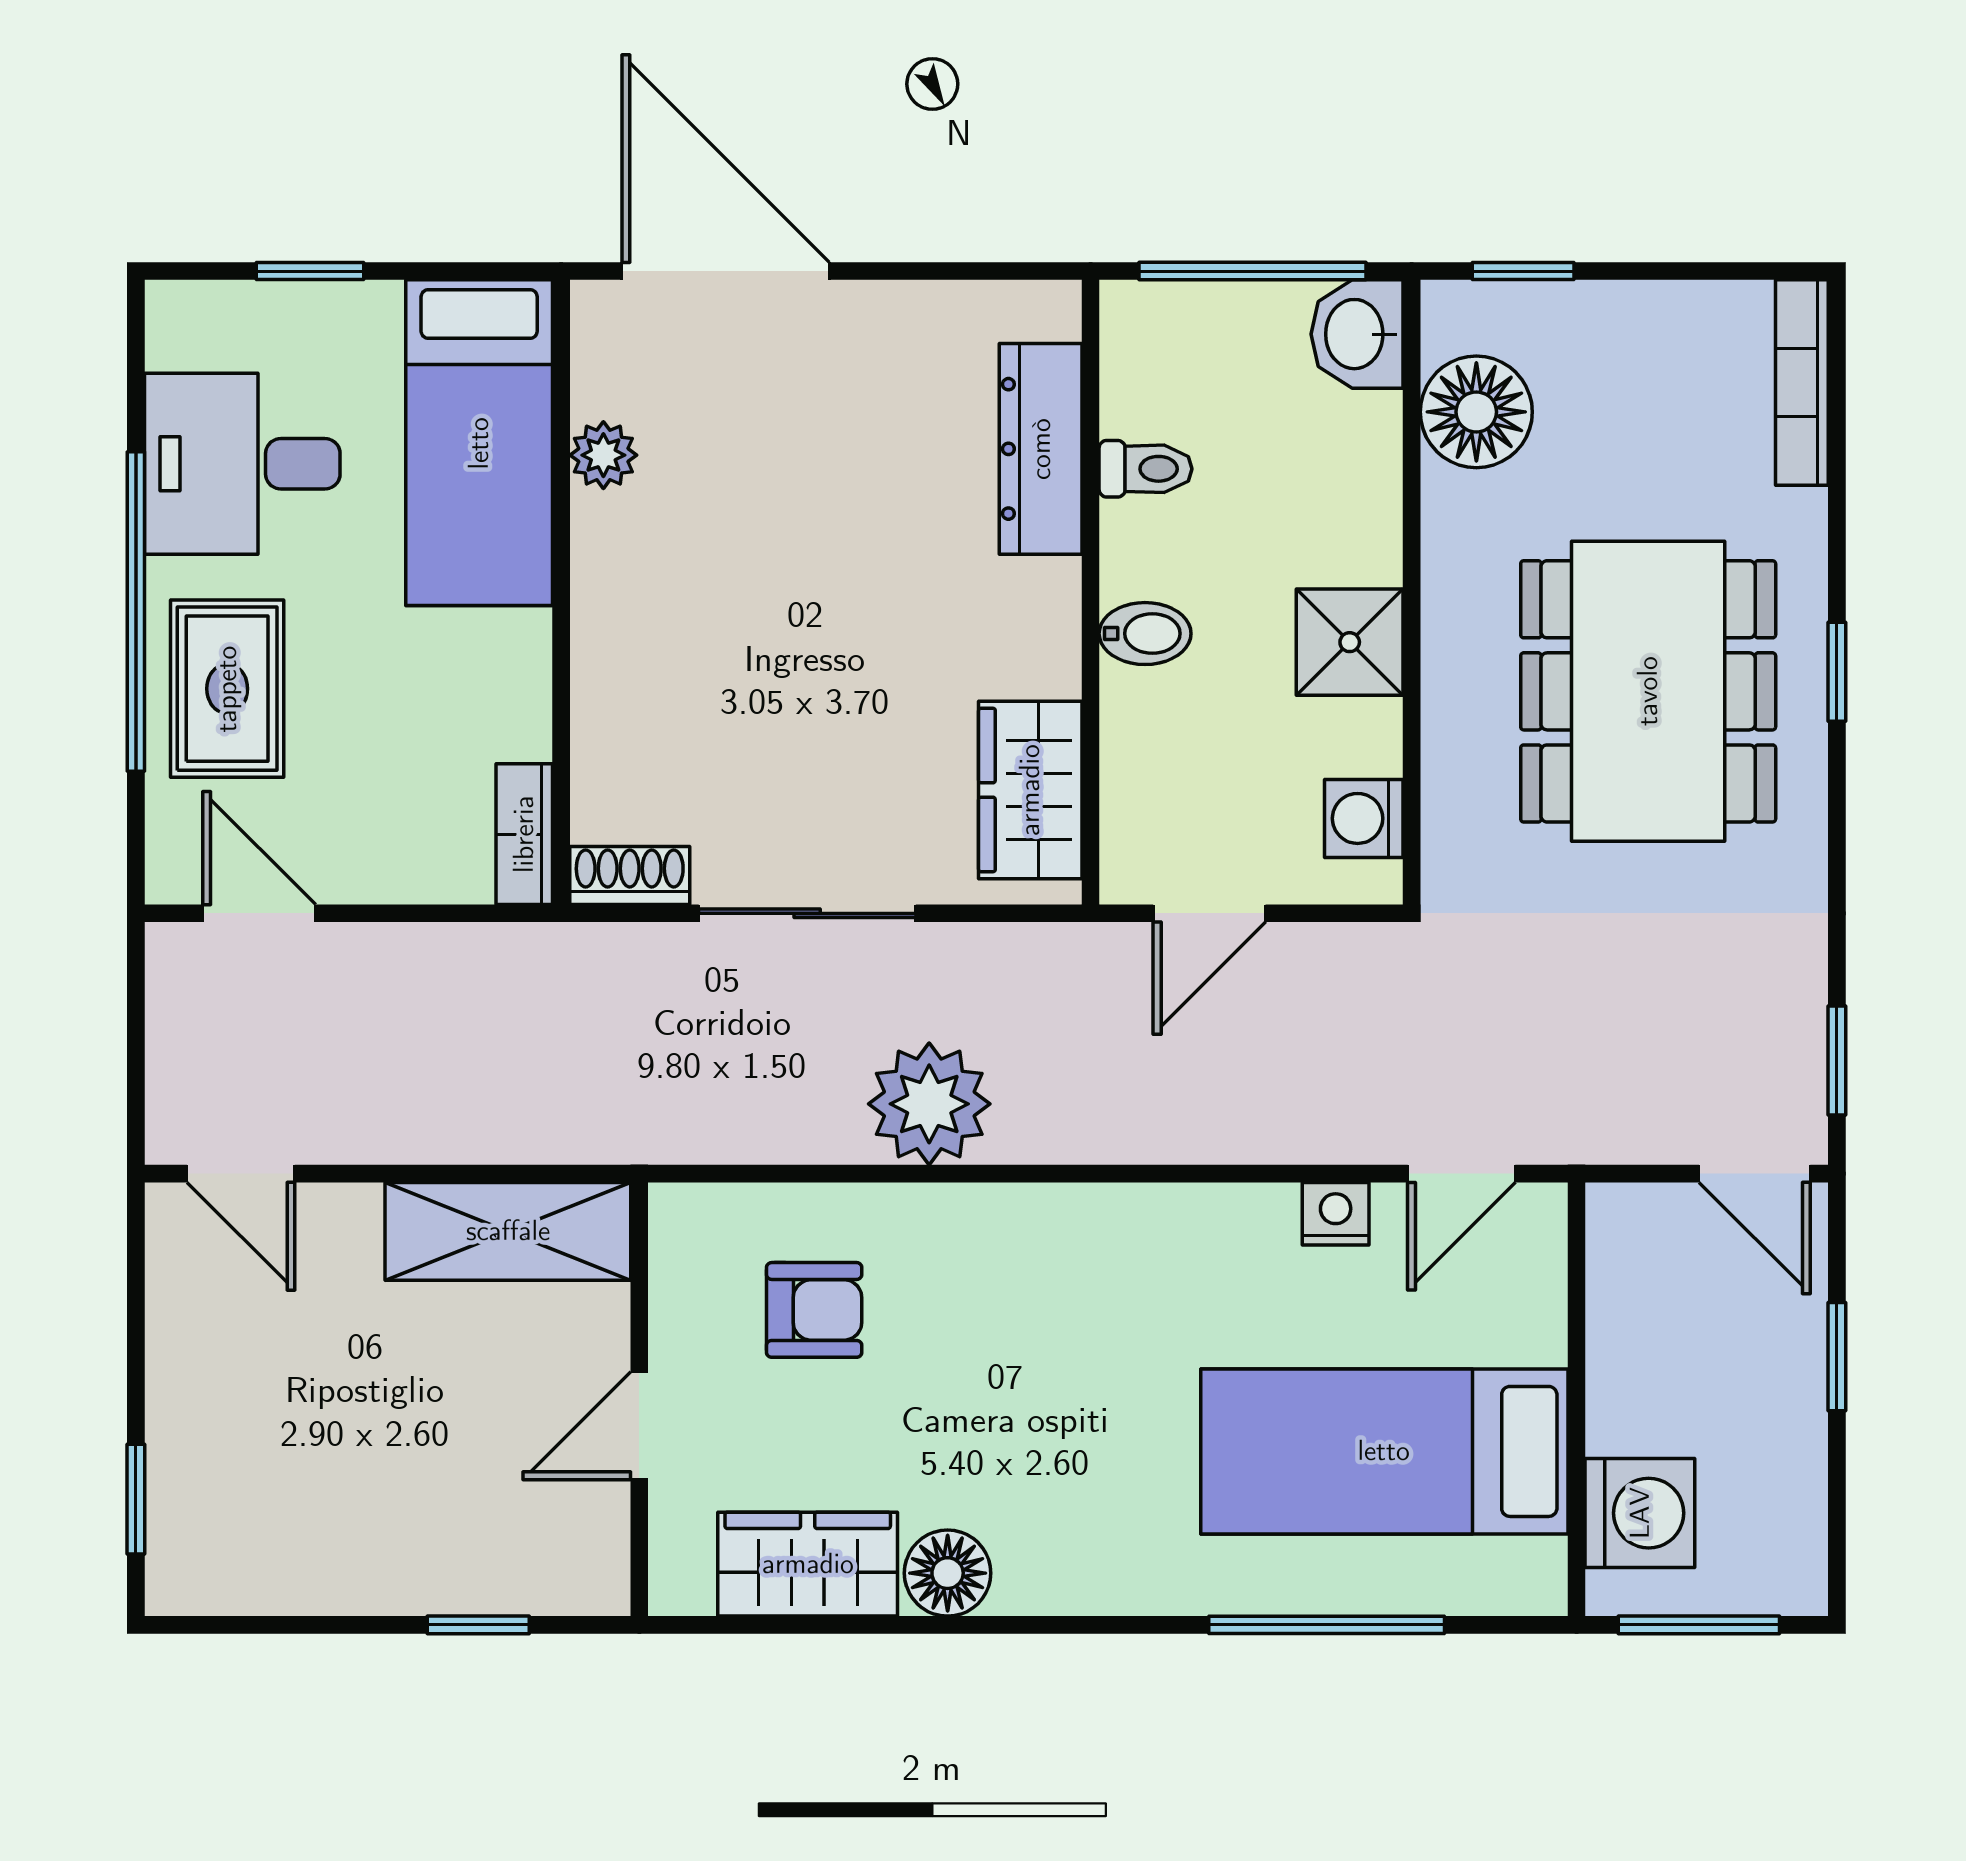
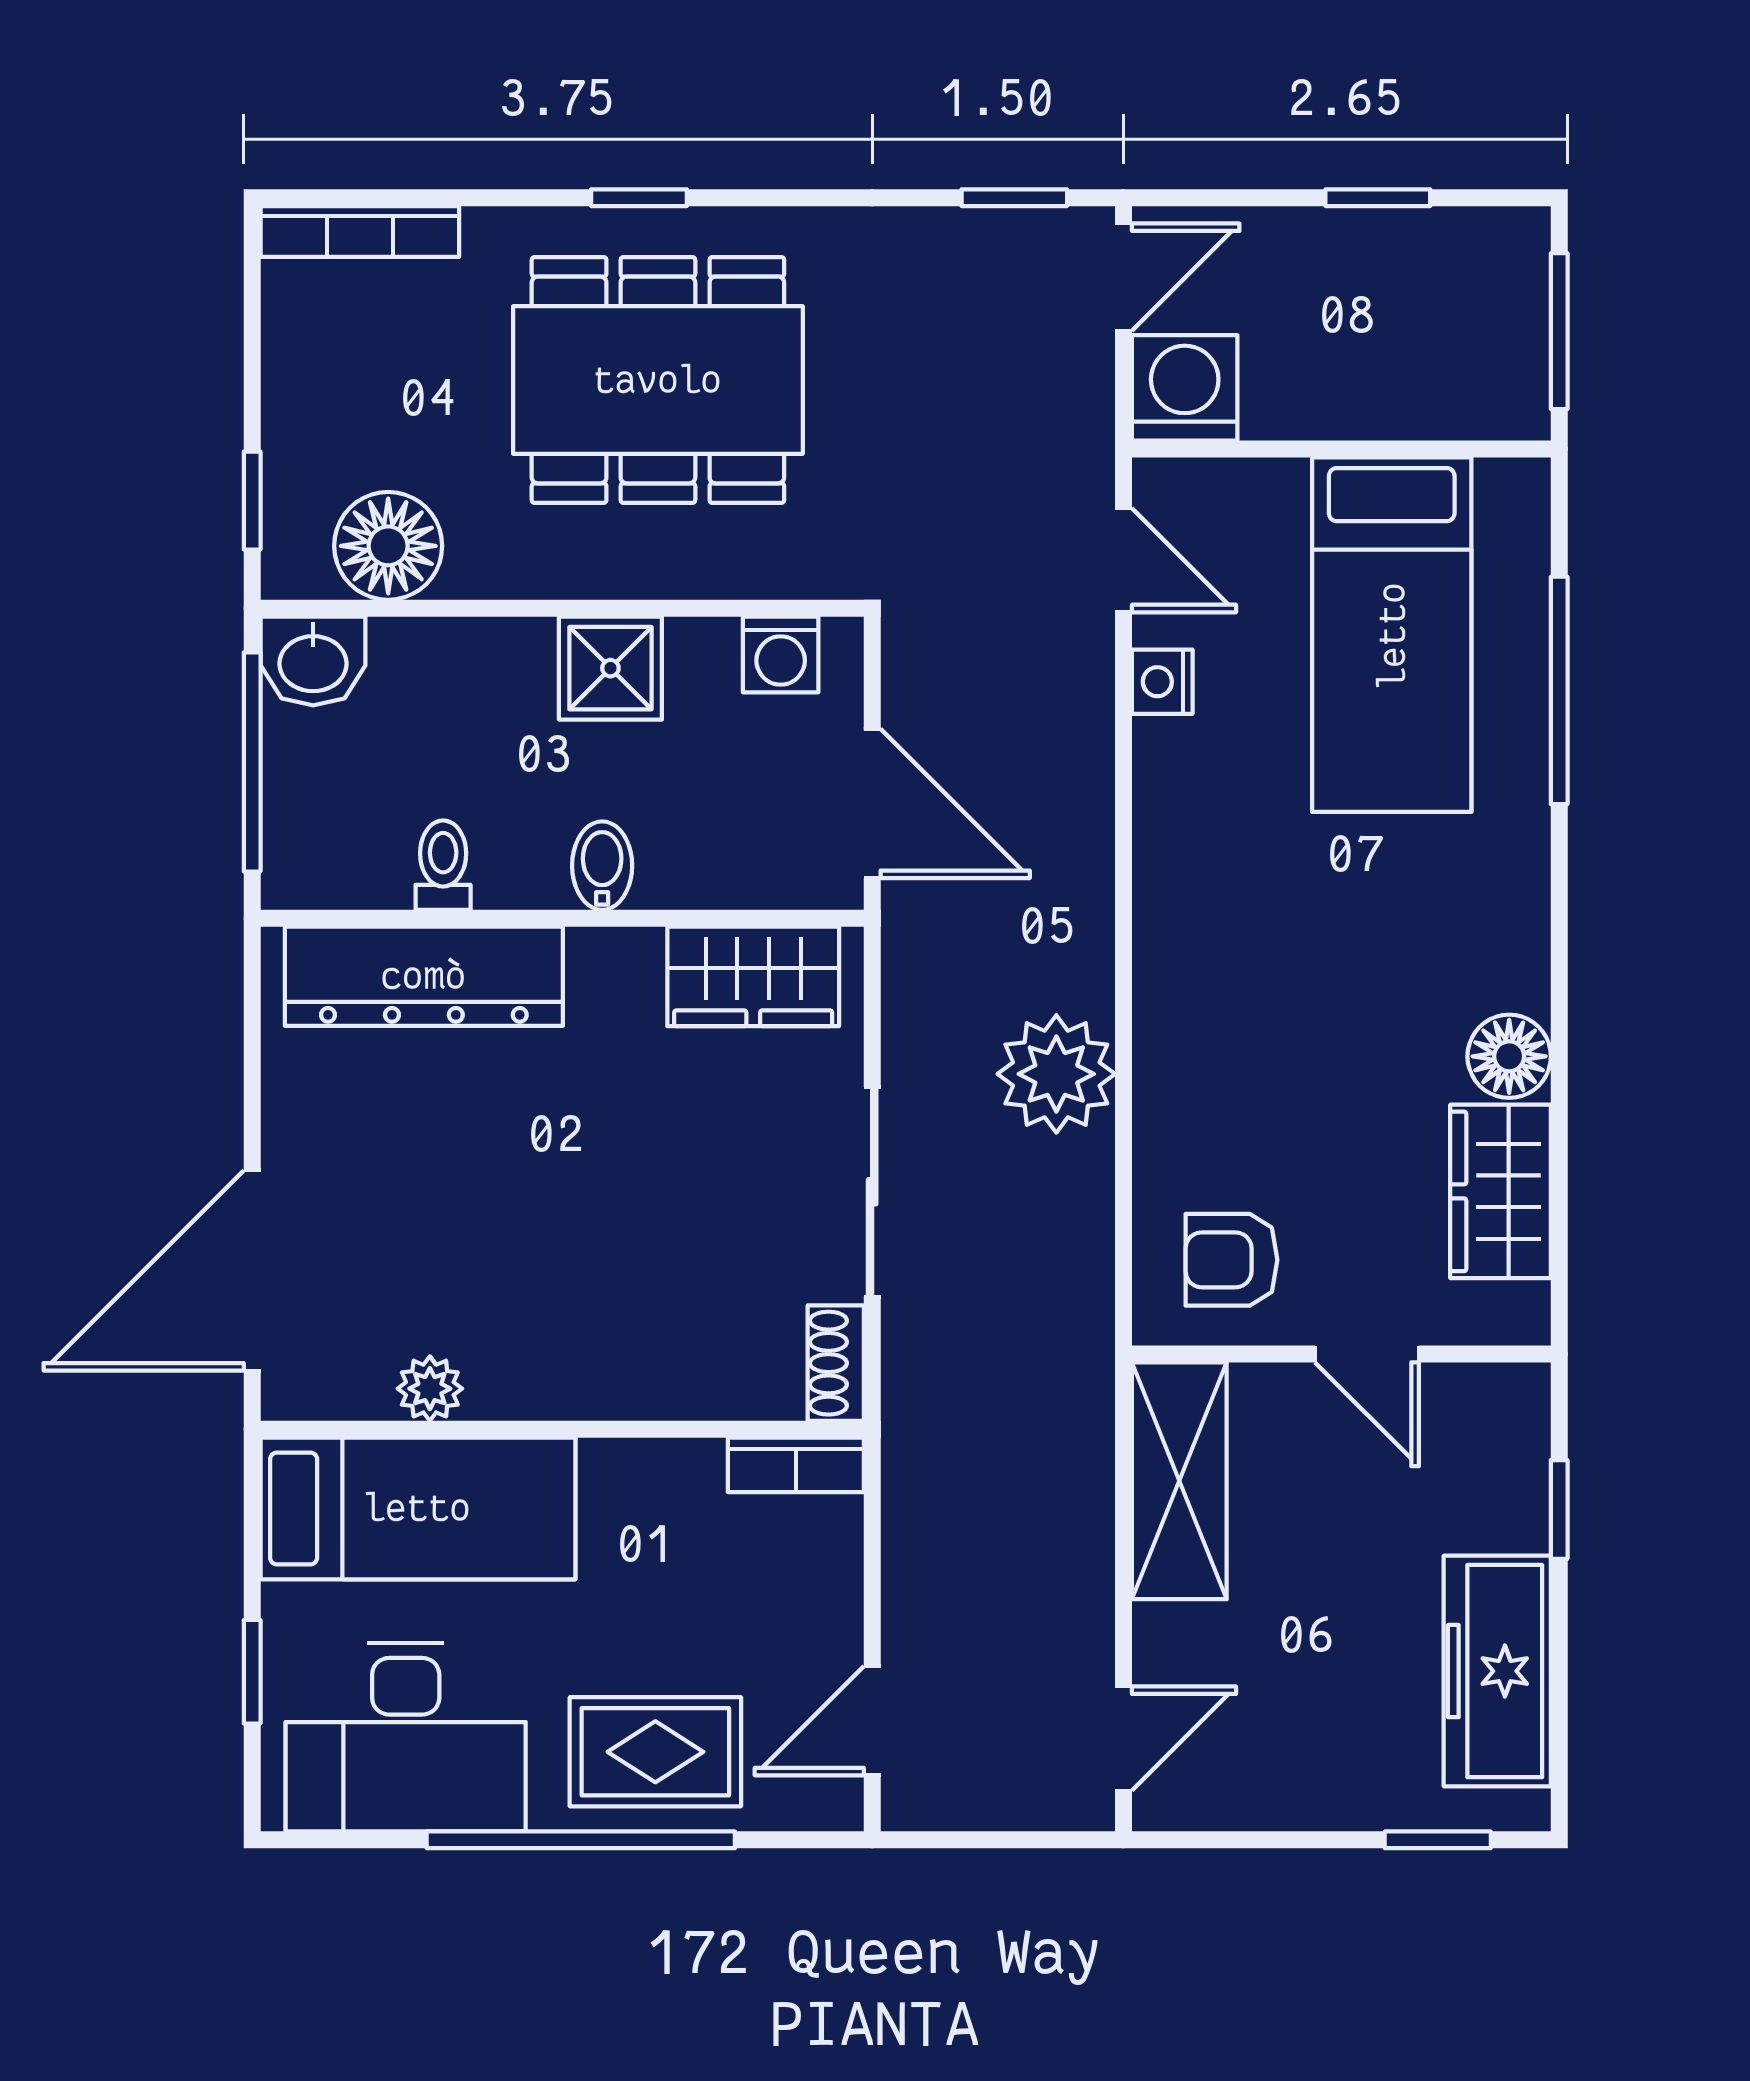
dresser: (1041, 449) -> (424, 976), width x1.37, depth x1.24
desk: (242, 464) -> (406, 1737), width x1.37
door: (1209, 913) -> (872, 803), width x1.38
armchair: (814, 1310) -> (1231, 1260), moved, turned -90
window: (1837, 1357) -> (1378, 198), moved
washing machine: (1640, 1513) -> (1185, 388), moved
freezer: (311, 1561) -> (1497, 1671), added

